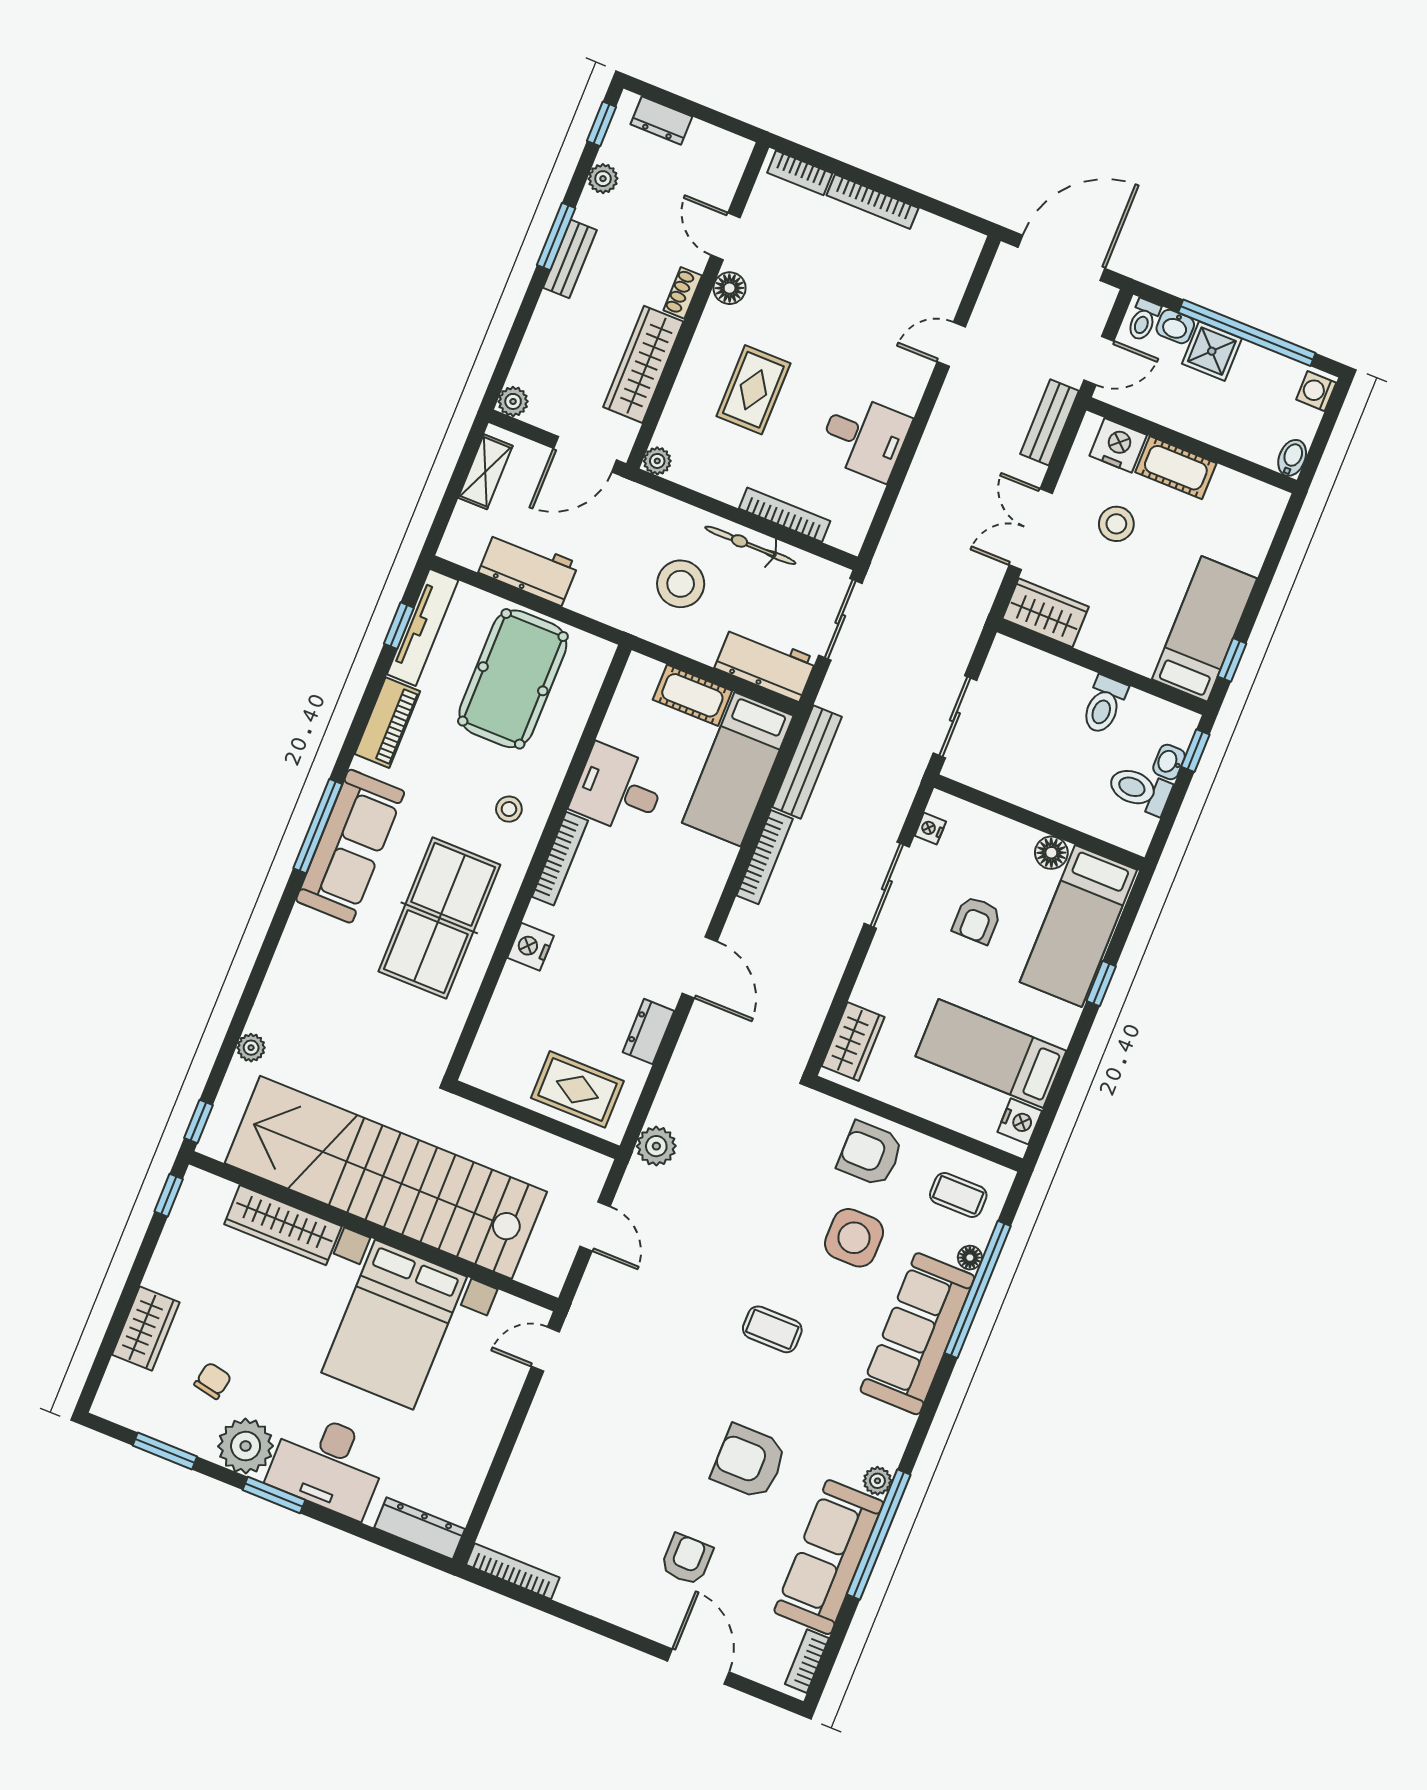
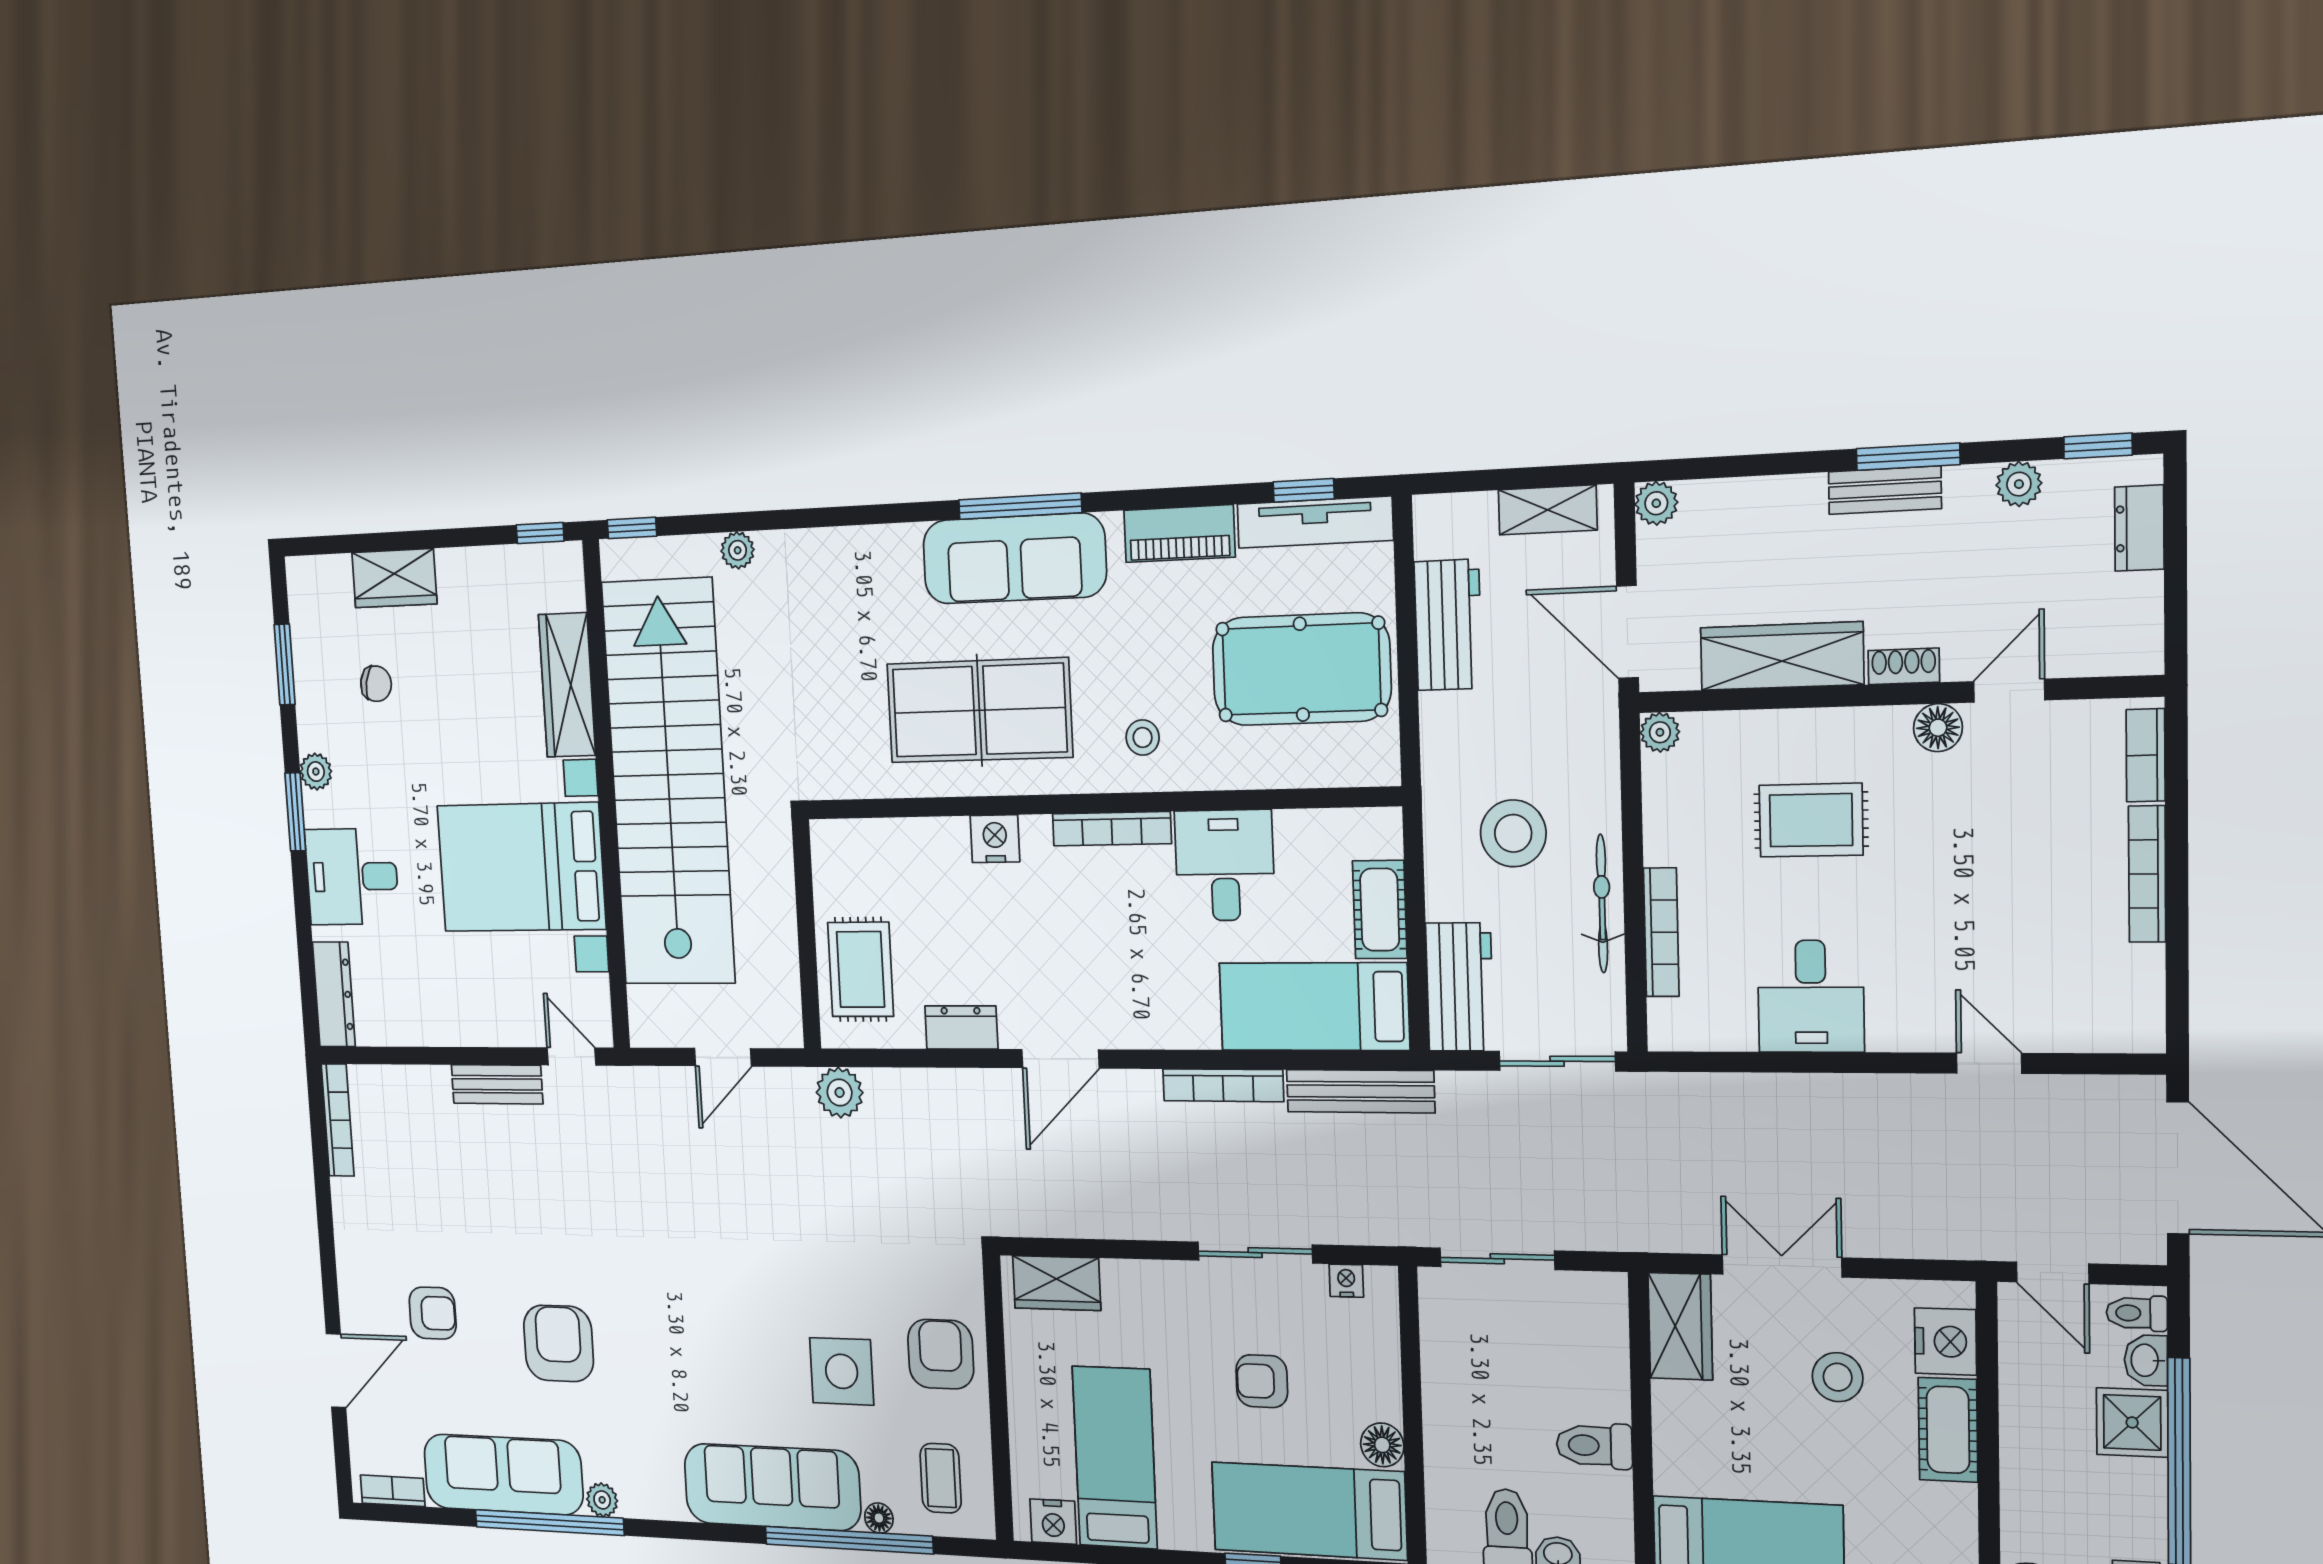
bench: (1049, 422) -> (497, 1084), moved
coffee table: (772, 1329) -> (704, 1314), removed
plant: (246, 1446) -> (316, 772), width x0.53, depth x0.53
desk: (328, 1465) -> (352, 877), width x0.73

